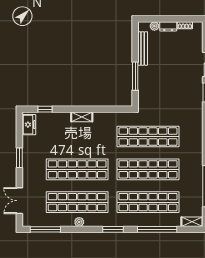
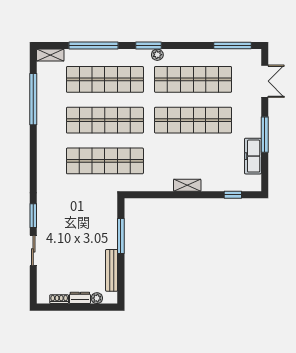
freezer: (29, 125) -> (253, 156), moved, width x1.40
window: (19, 158) -> (265, 135), width x1.44
plant: (79, 222) -> (157, 55), moved

